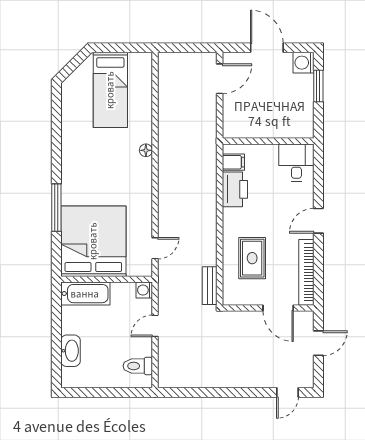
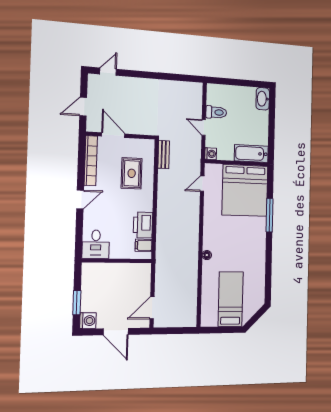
door: (155, 326) -> (204, 127), swing flipped
washbasin: (70, 351) -> (263, 99), moved
toilet: (138, 366) -> (216, 112), moved

